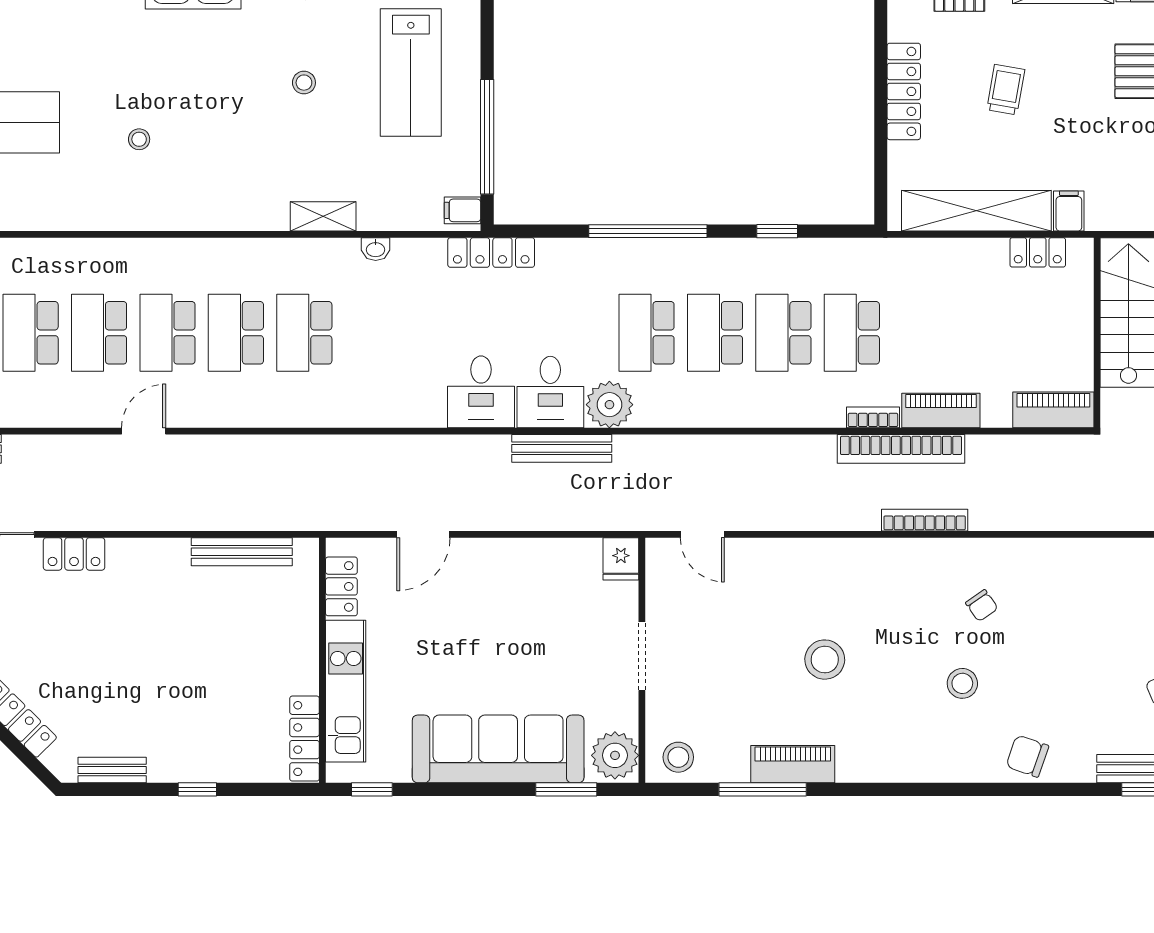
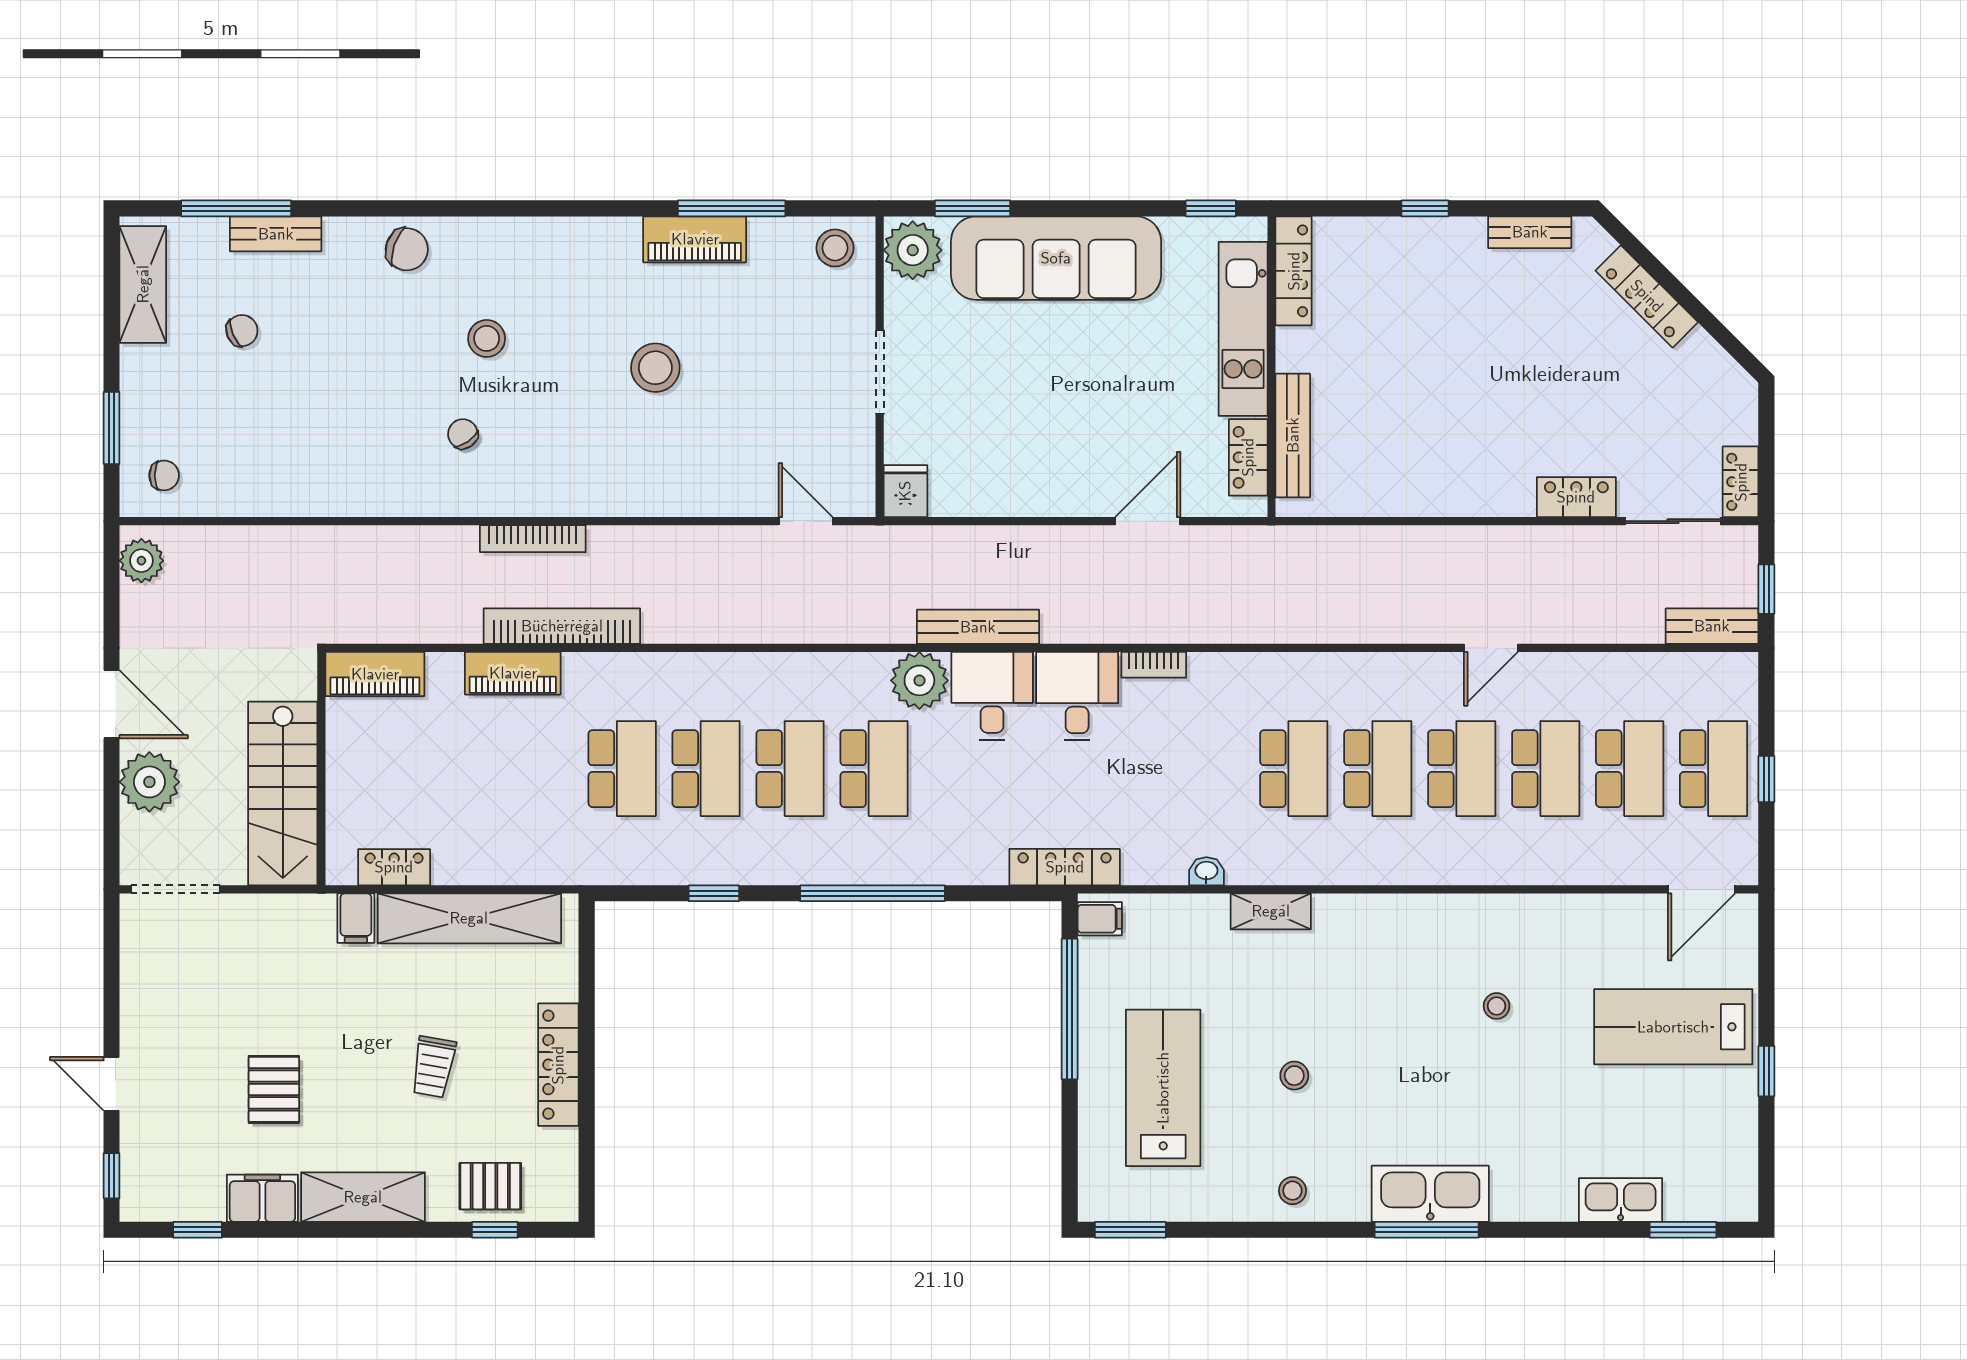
bookcase: (873, 417) -> (1154, 665), moved
bench: (242, 552) -> (1293, 435), moved, turned 90

